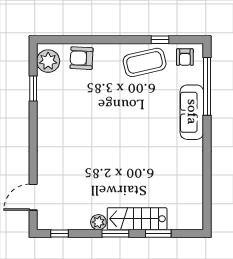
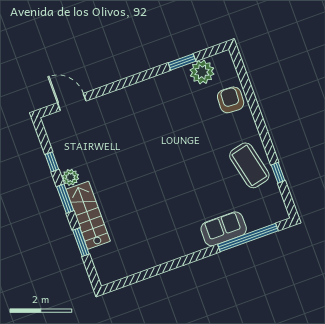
armchair: (185, 57) -> (270, 204), removed
plant: (48, 61) -> (202, 72), moved
sofa: (192, 112) -> (224, 229), width x0.73
window: (60, 234) -> (52, 162), moved

